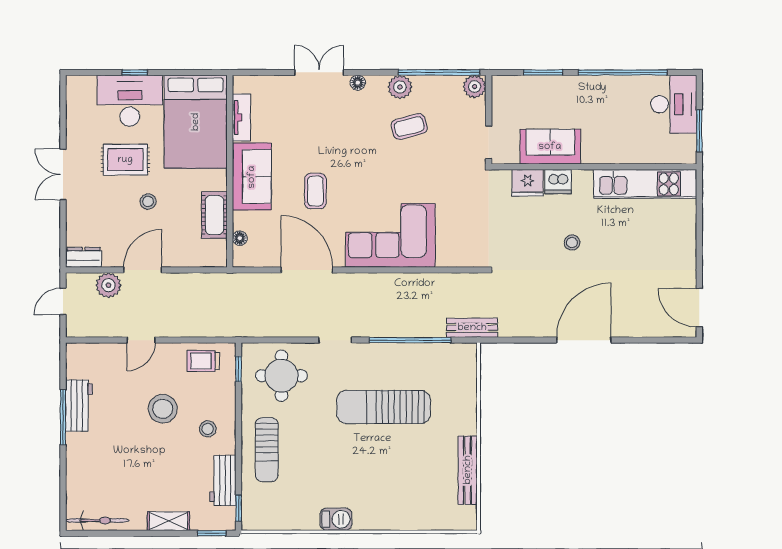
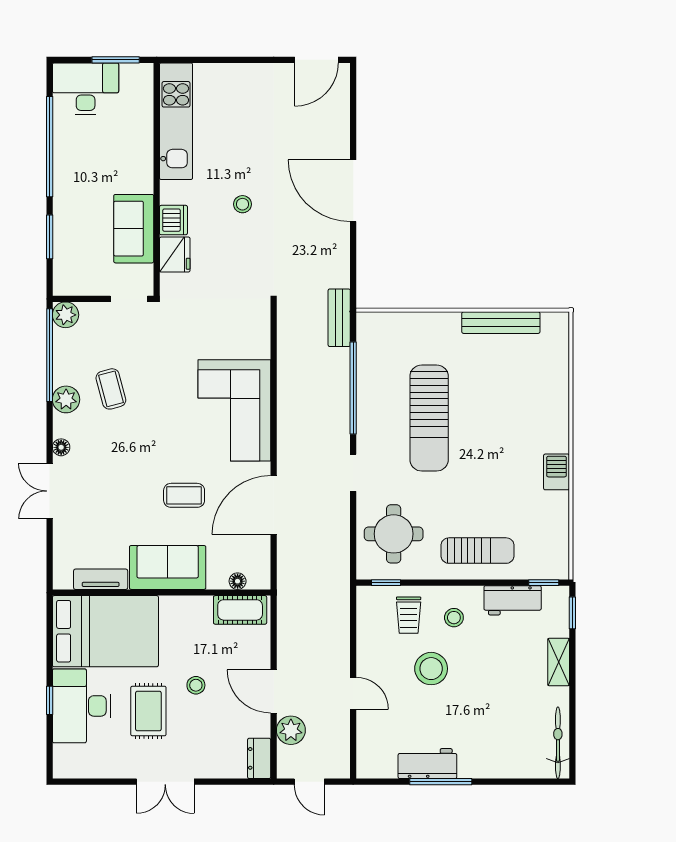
cot: (214, 215) -> (240, 610), moved
trolley: (203, 361) -> (409, 615), moved

